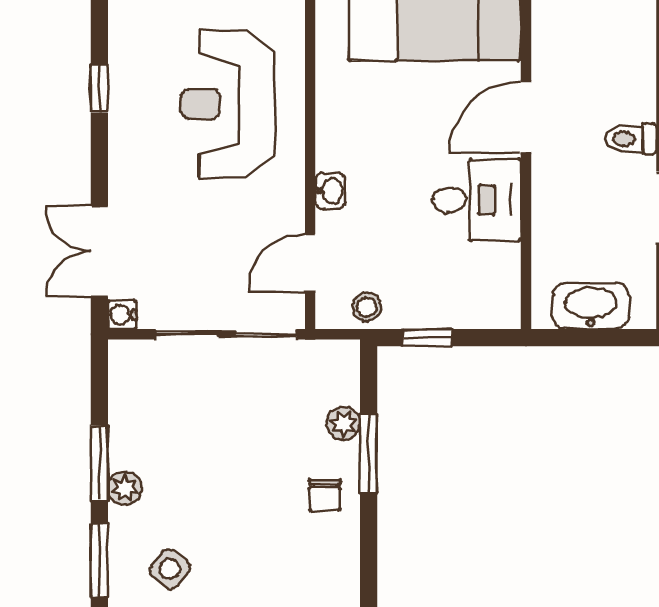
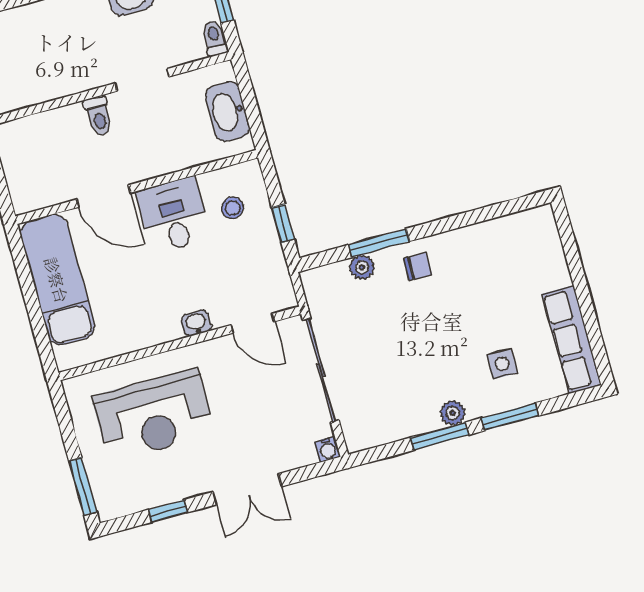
double door: (99, 251) -> (247, 489), moved
stool: (367, 307) -> (233, 208), moved
side table: (170, 569) -> (502, 364), turned -38

